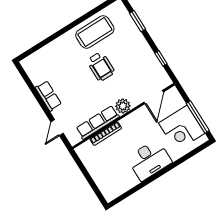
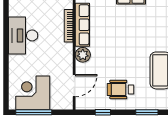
wheelchair: (101, 66) -> (120, 89), moved
door: (154, 97) -> (74, 86), swing flipped
desk: (149, 160) -> (23, 35), moved

